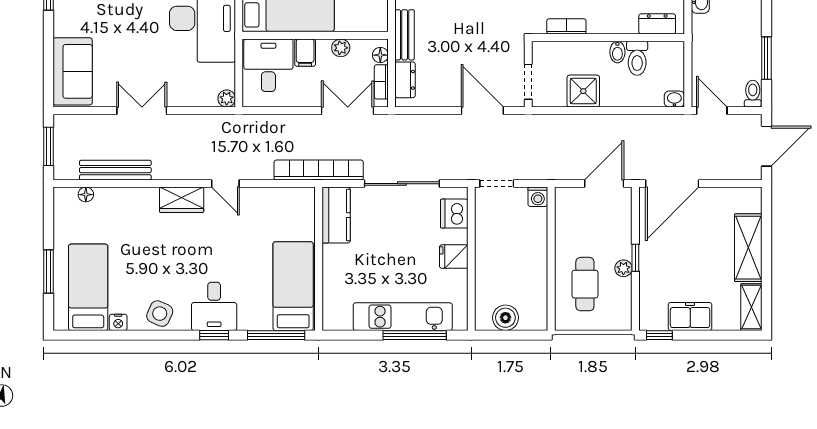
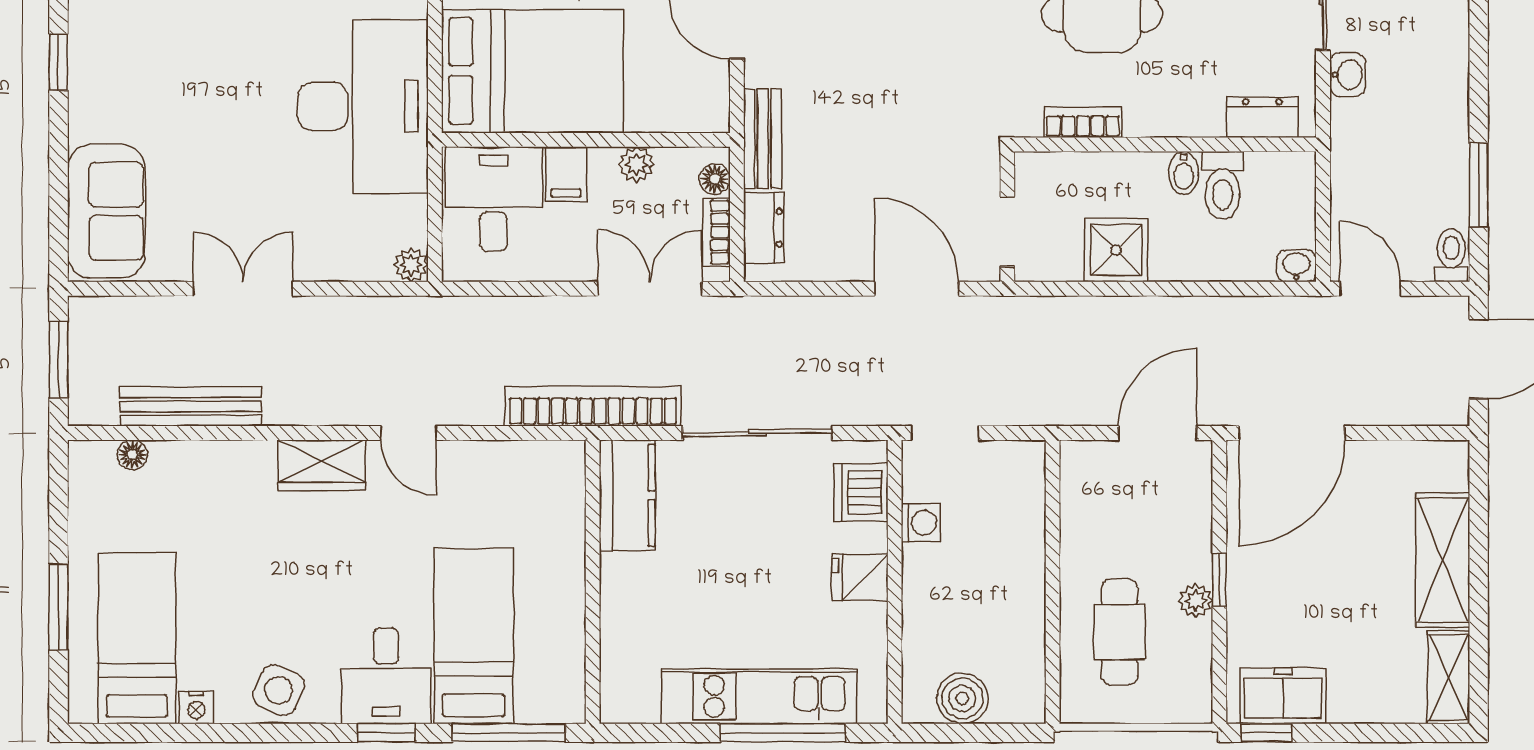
washing machine: (538, 197) -> (921, 523), moved, turned -90
bed: (293, 286) -> (474, 636), moved
freezer: (690, 316) -> (1283, 696), moved

